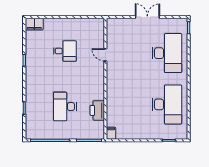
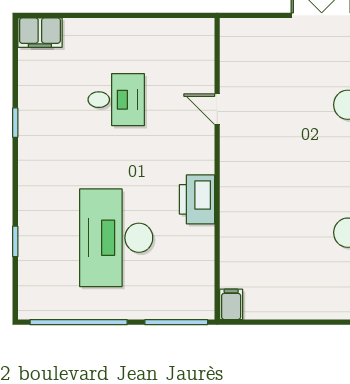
desk: (65, 107) -> (116, 238), width x1.36, depth x1.30
printer: (97, 110) -> (197, 199), moved

